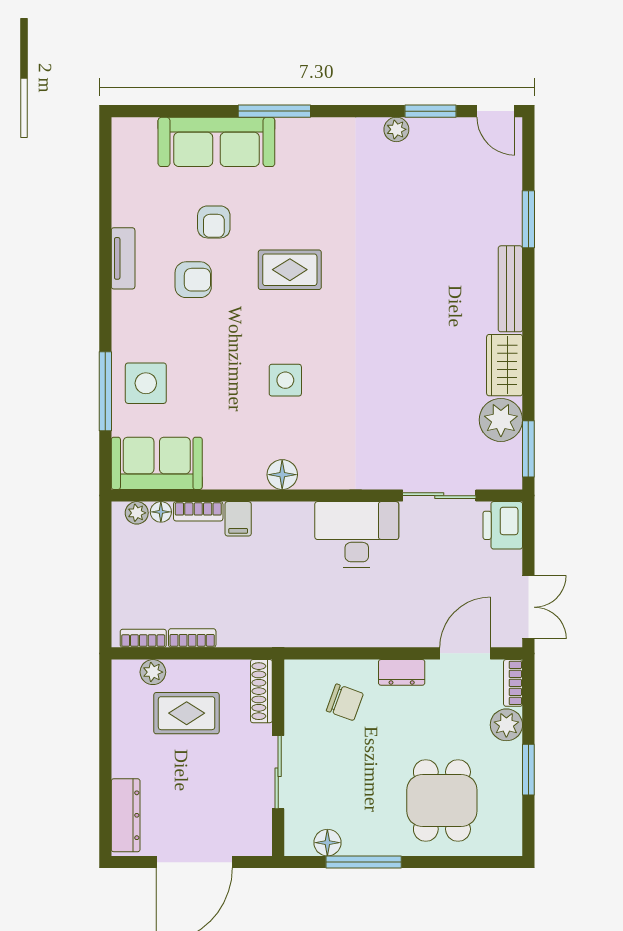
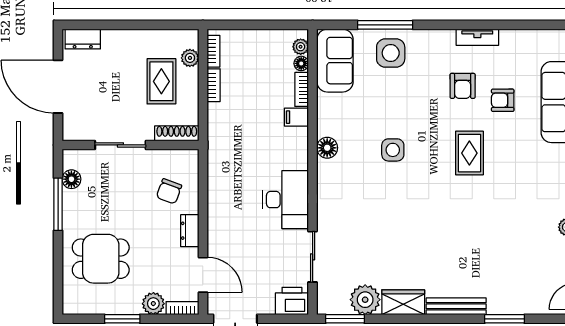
dresser: (126, 815) -> (83, 39), width x0.70

